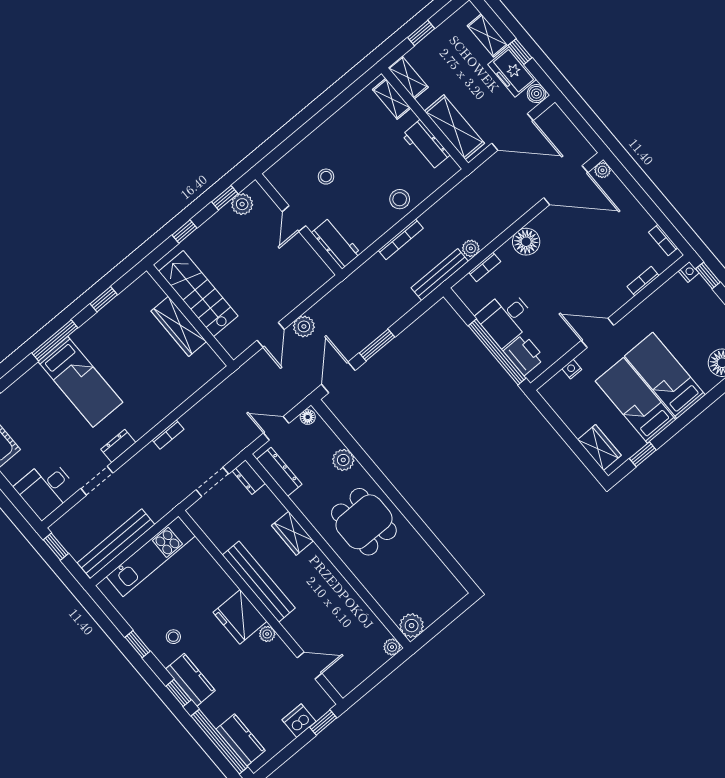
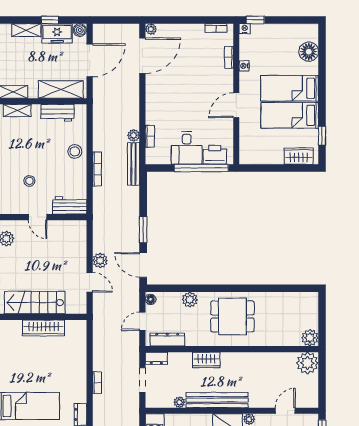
floor lamp: (526, 242) -> (155, 102), removed
nightstand: (572, 369) -> (244, 66), moved
plant: (222, 542) -> (179, 402), added
plant: (392, 647) -> (307, 363), width x1.87, depth x1.87

